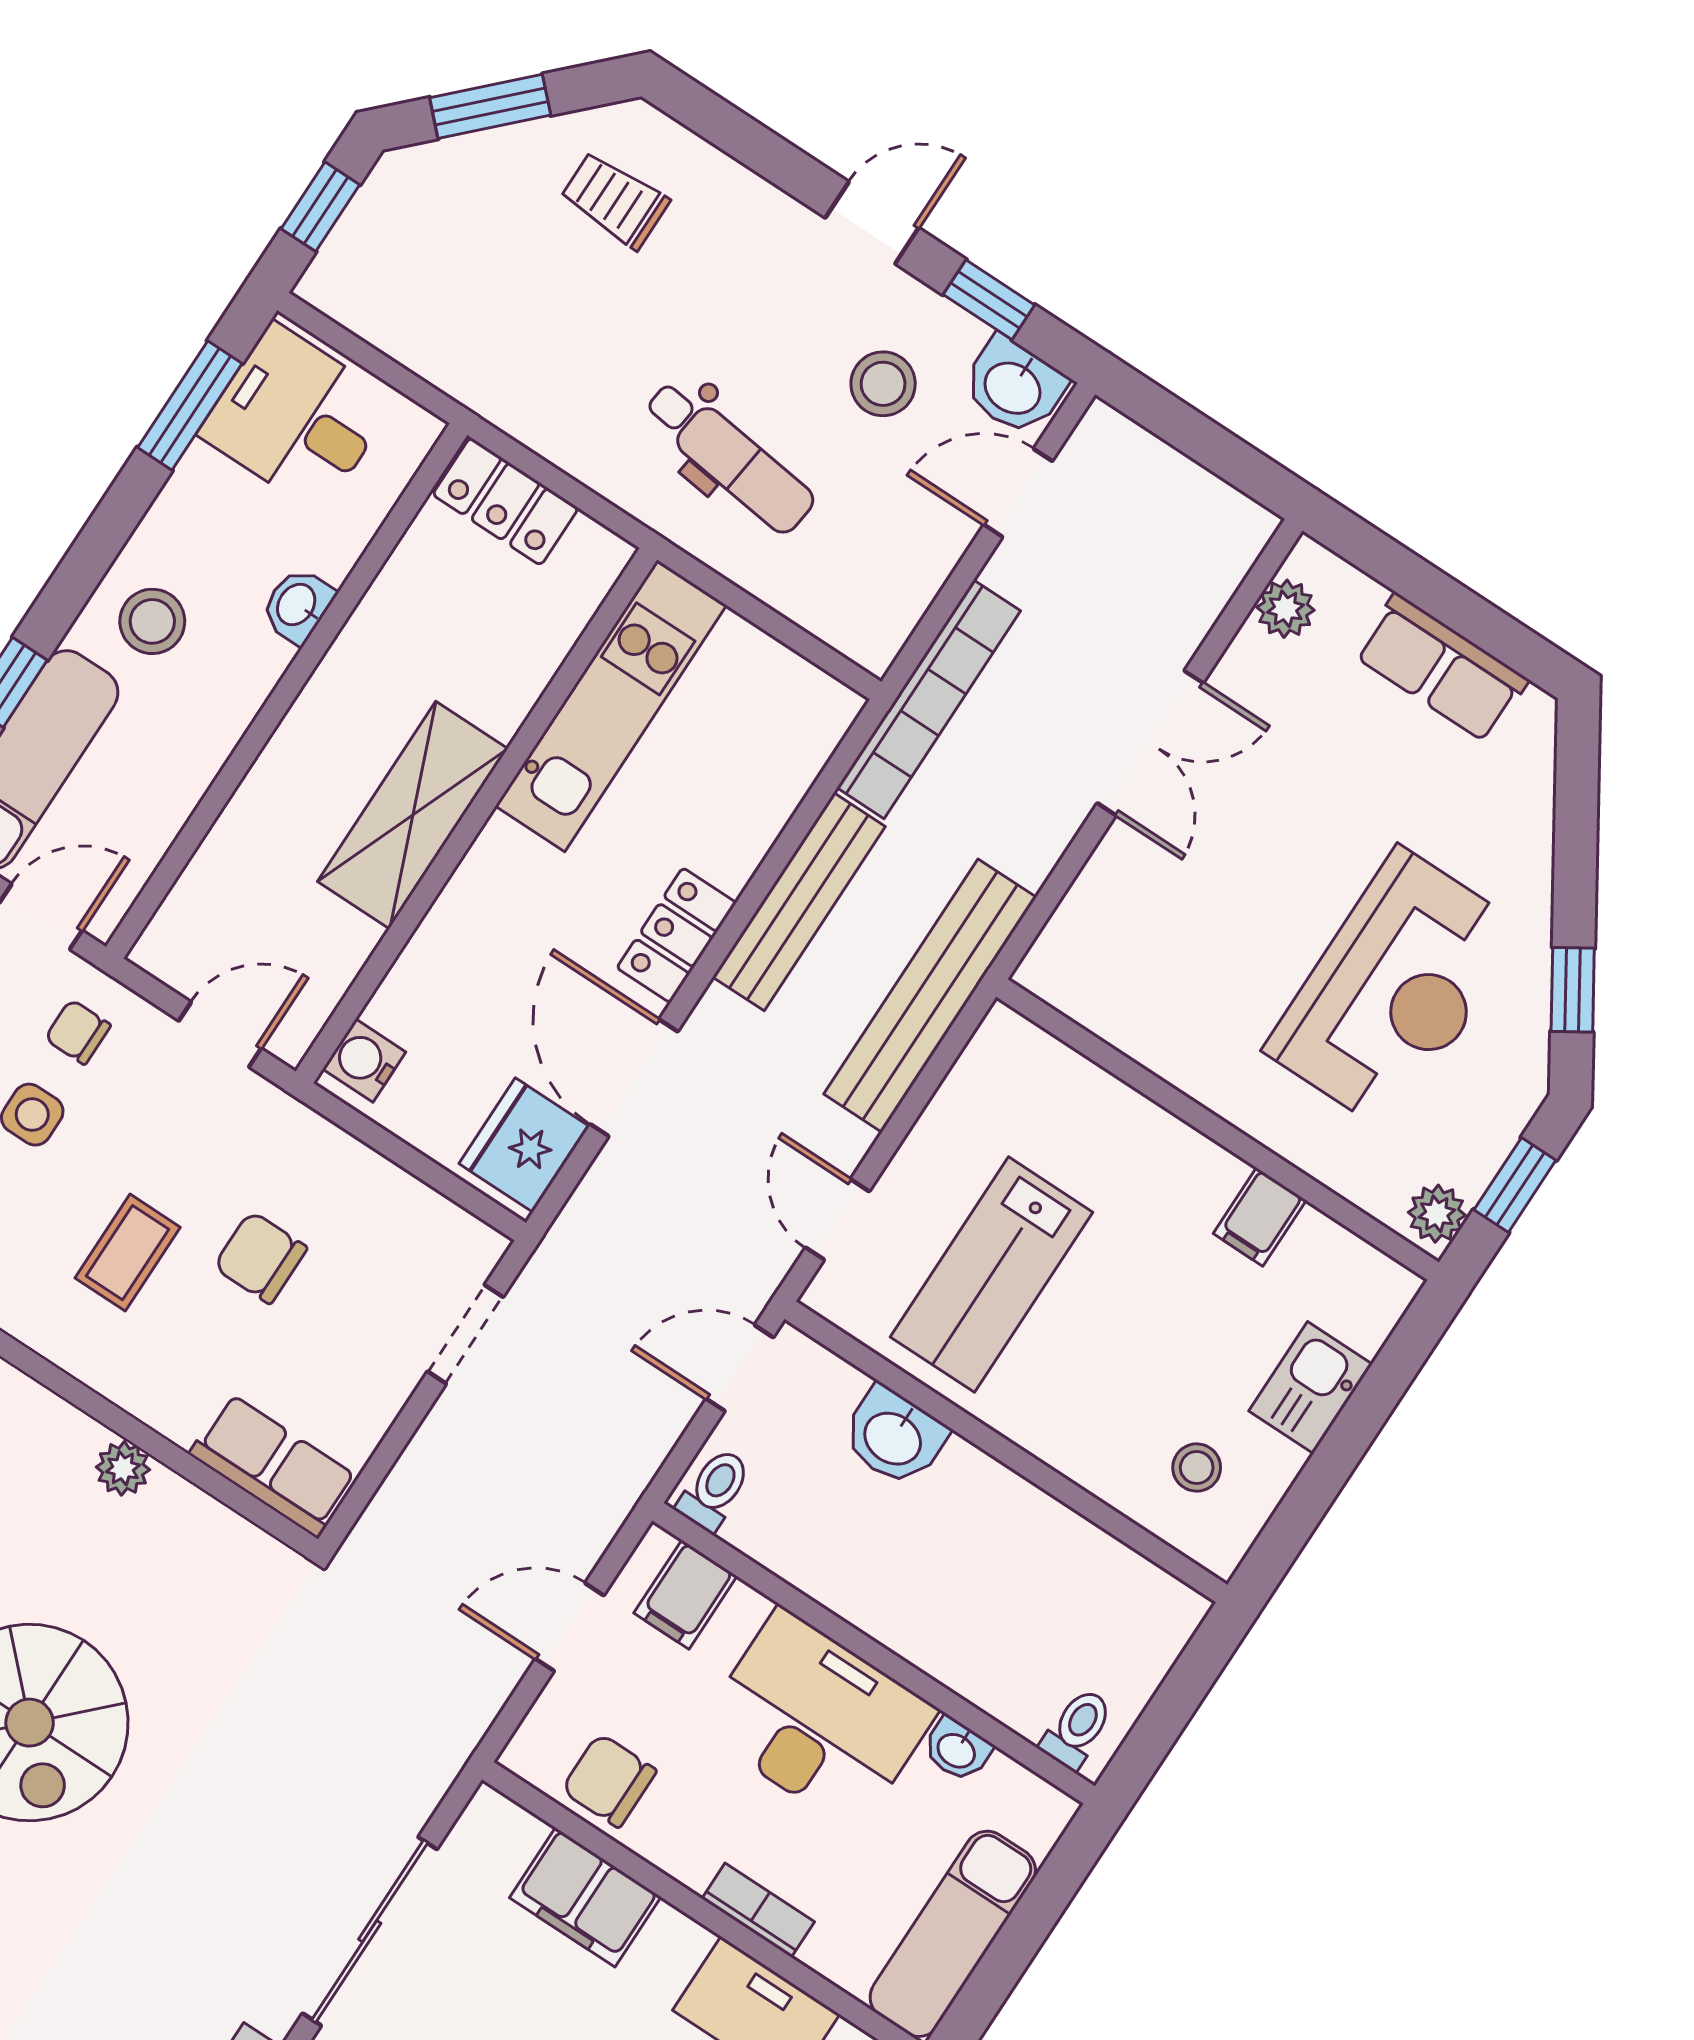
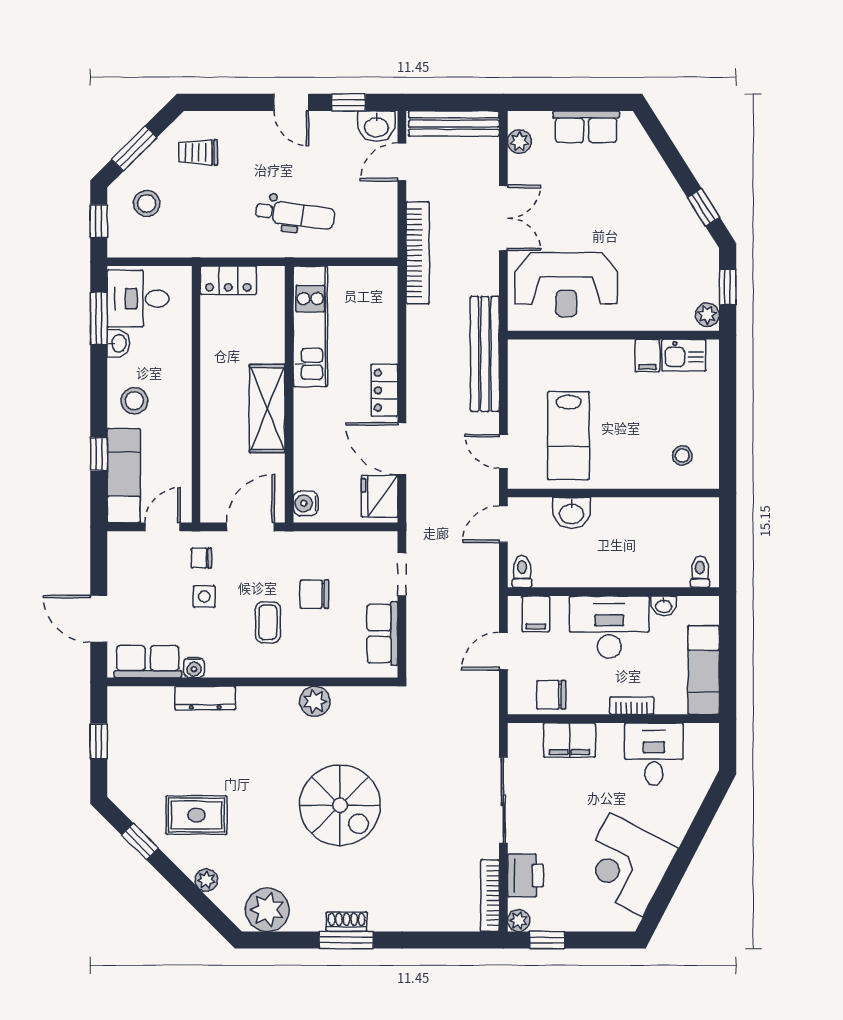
door: (872, 223) -> (291, 102), swing flipped
stool: (883, 384) -> (147, 203), moved
washbasin: (298, 605) -> (118, 343), moved, turned 180
bench: (799, 902) -> (454, 124), moved, turned 90
reception desk: (1394, 990) -> (566, 285), moved, turned 90
door: (220, 1034) -> (251, 527), width x1.37
kitchen sink: (1311, 1388) -> (684, 355), moved, turned -90
row of seats: (273, 1466) -> (382, 634), moved, turned -90
plant: (123, 1468) -> (315, 701), width x1.38, depth x1.38

